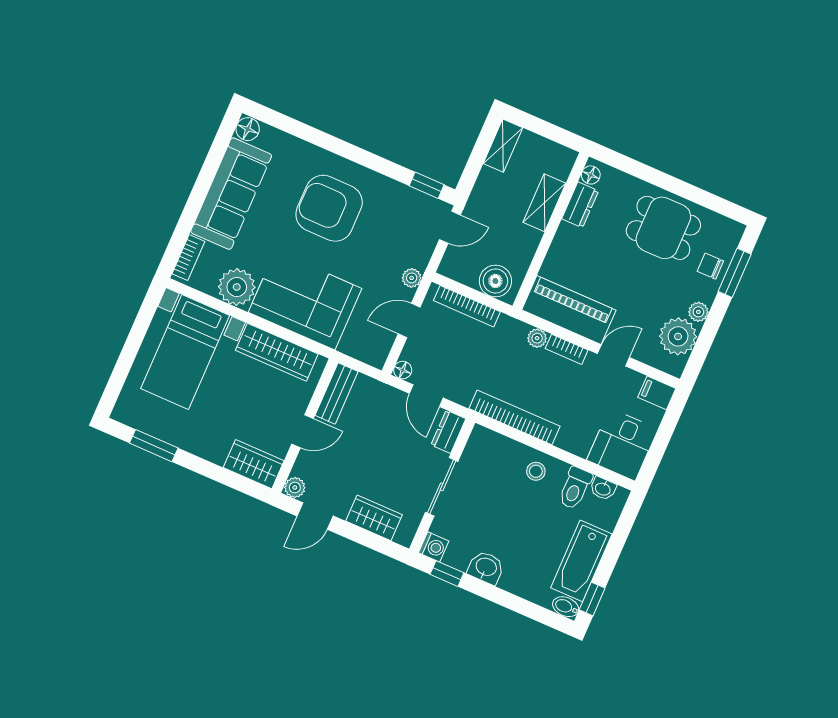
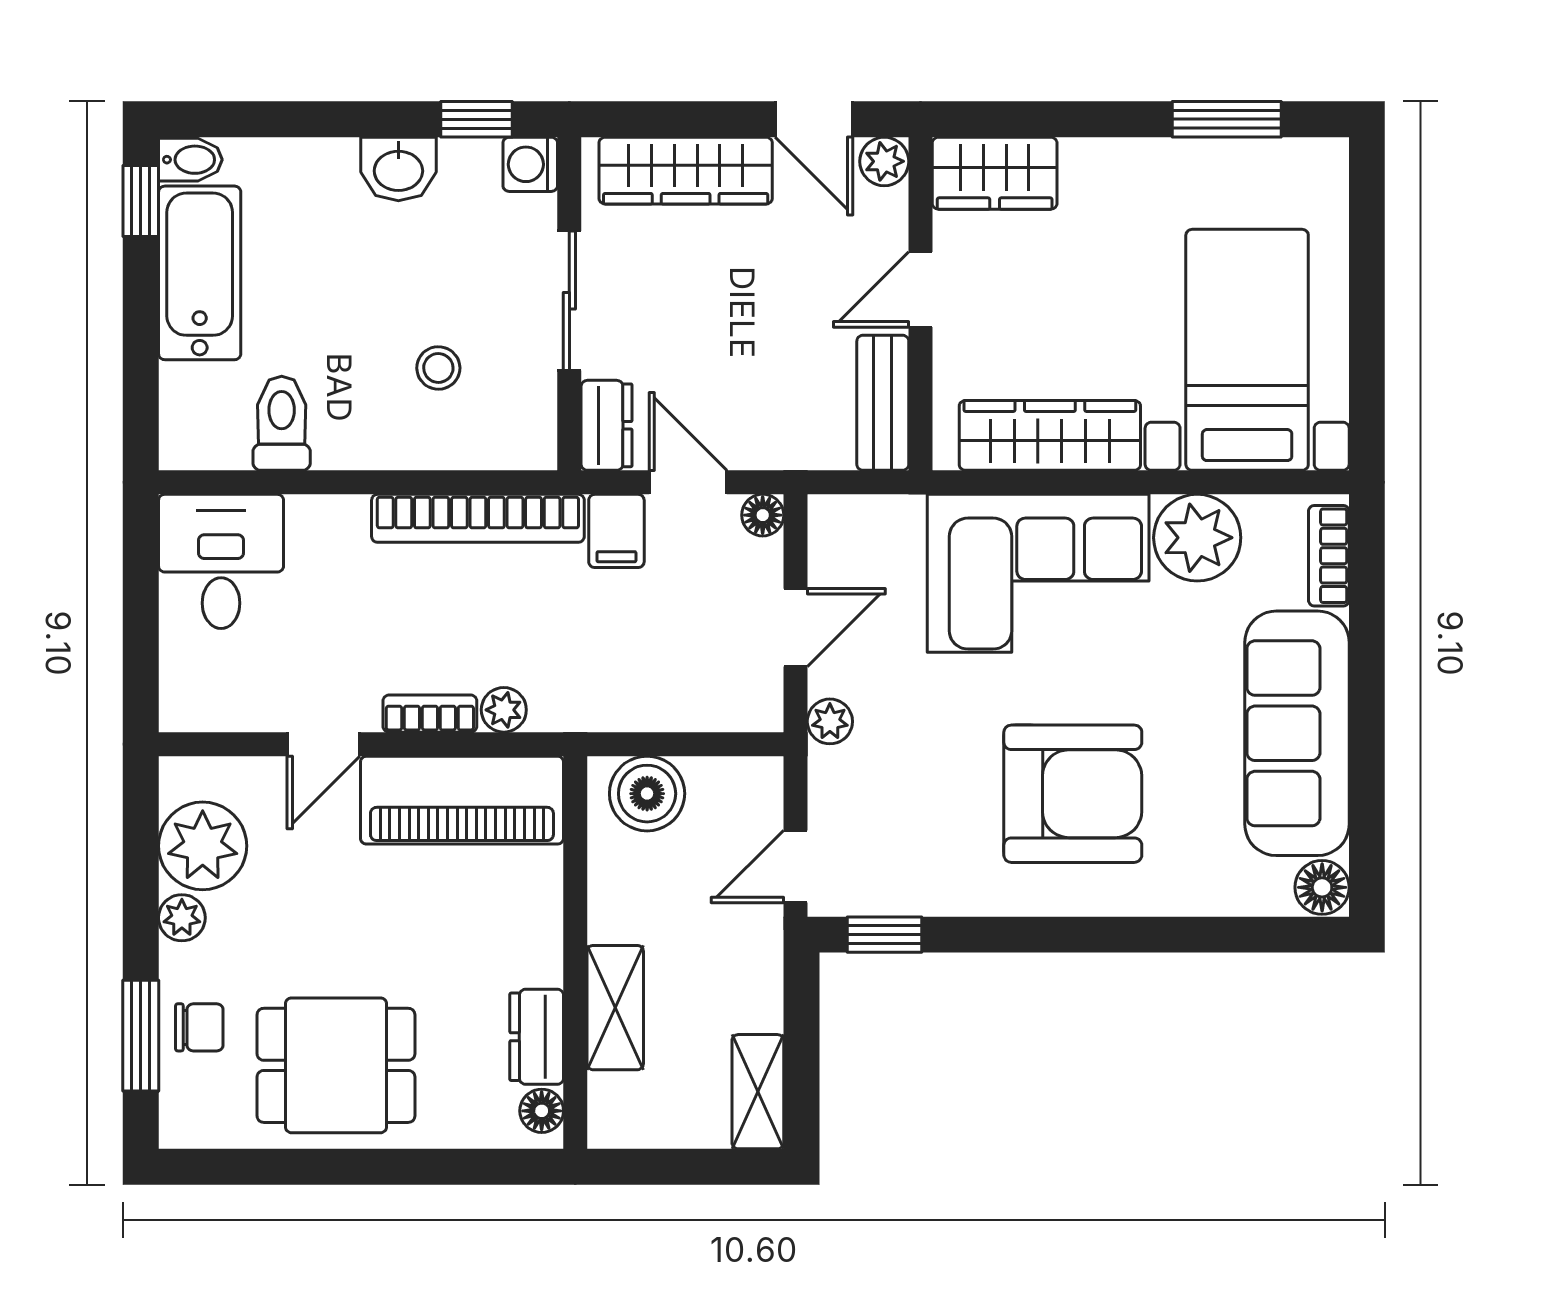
bookcase: (467, 306) -> (685, 713), removed
filing cabinet: (657, 393) -> (616, 531), moved, turned 90
stool: (536, 471) -> (438, 368), moved
washbasin: (603, 489) -> (221, 448), removed
door: (315, 516) -> (814, 119), swing flipped
wardrobe: (374, 518) -> (686, 171), width x1.50

